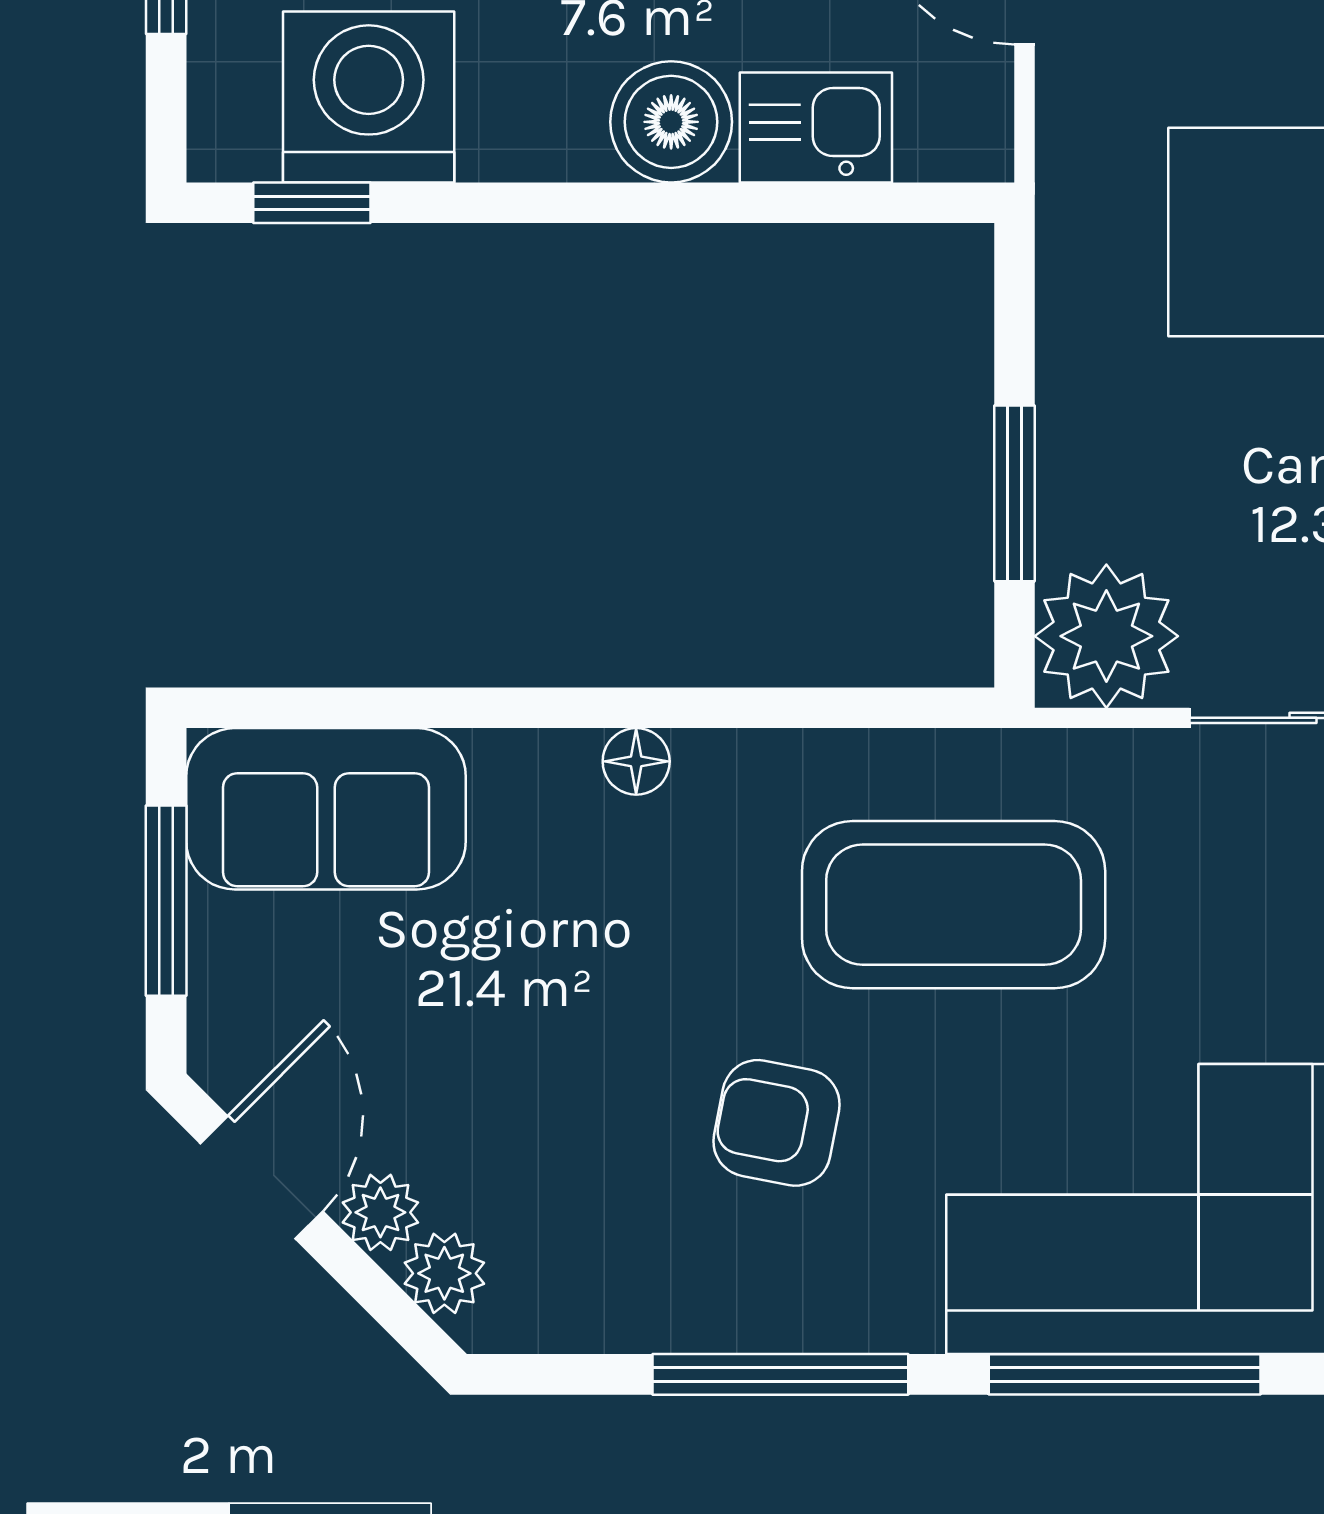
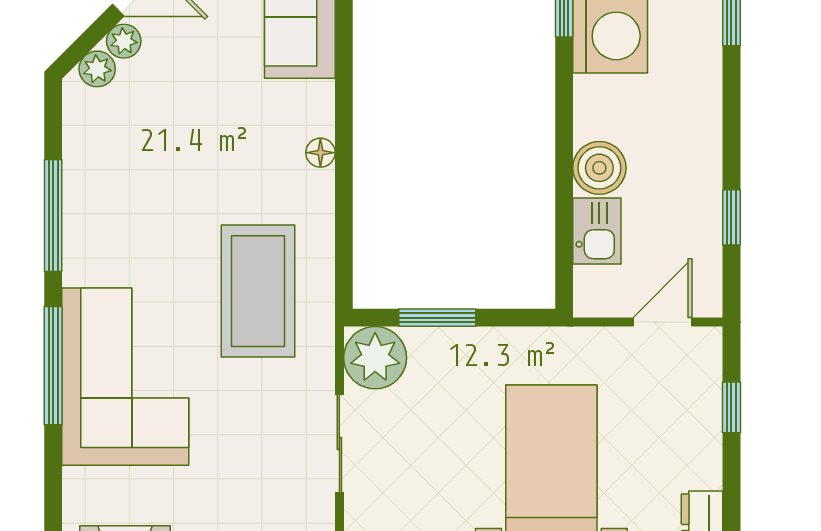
armchair: (777, 1123) -> (163, 214), removed

